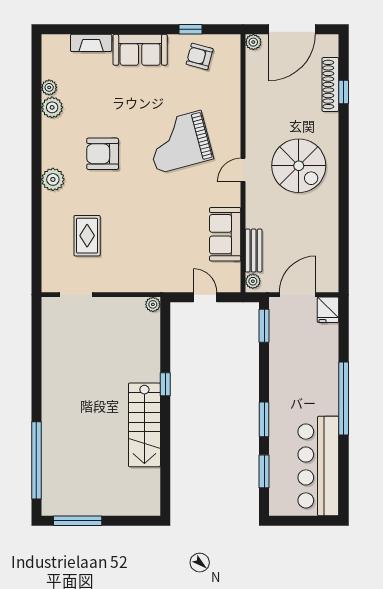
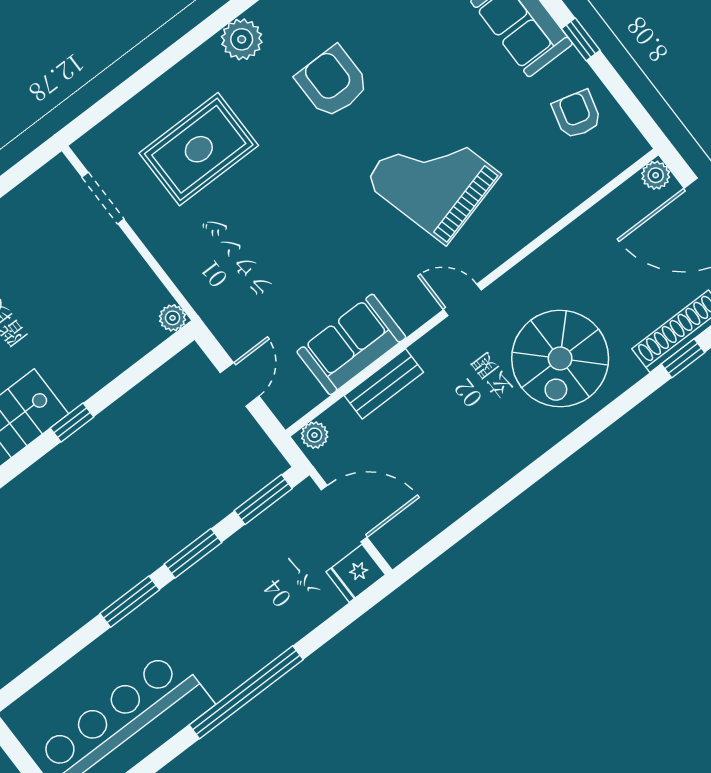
window: (191, 29) -> (581, 39), moved
spiral stairs: (299, 166) -> (560, 358), moved
rug: (87, 236) -> (199, 149), width x1.36, depth x1.43
bench: (254, 251) -> (384, 384), moved
window: (264, 471) -> (193, 553), moved

